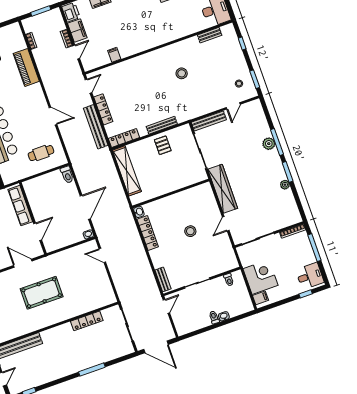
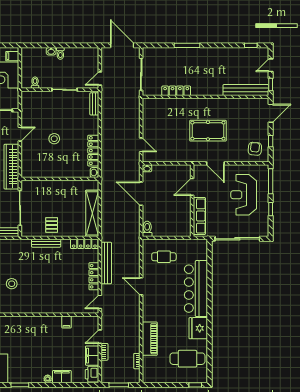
door: (85, 207) -> (141, 194), hinge flipped

